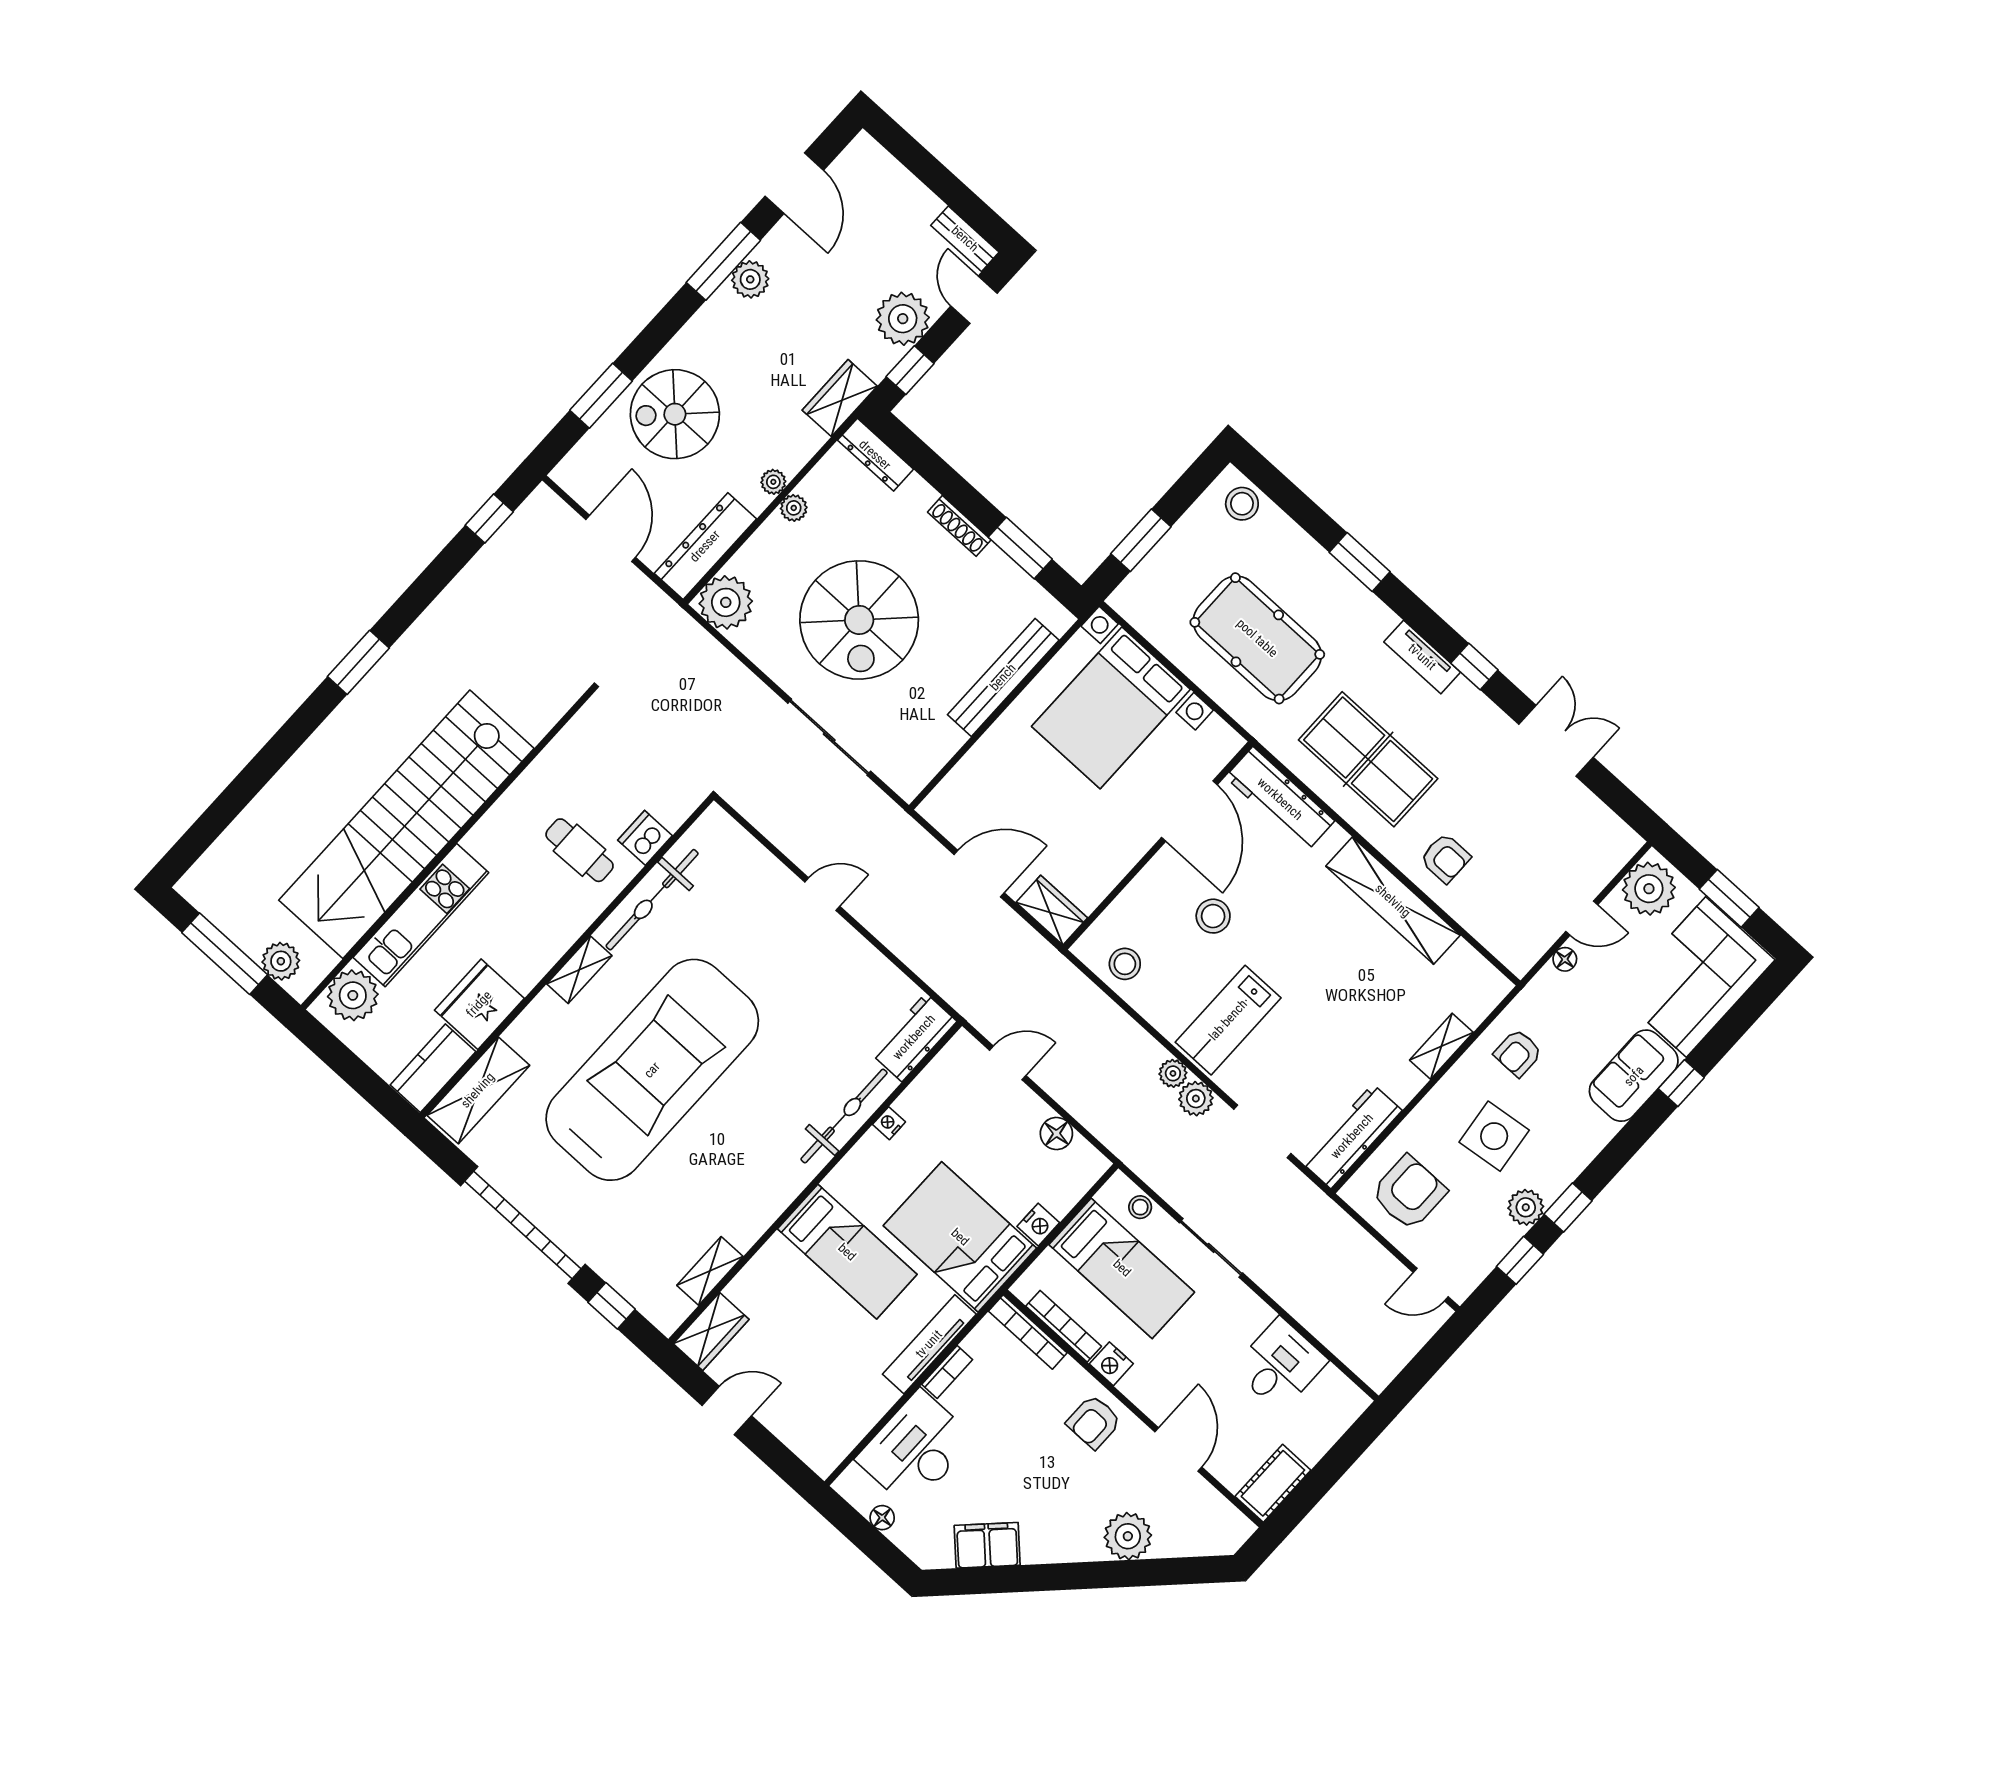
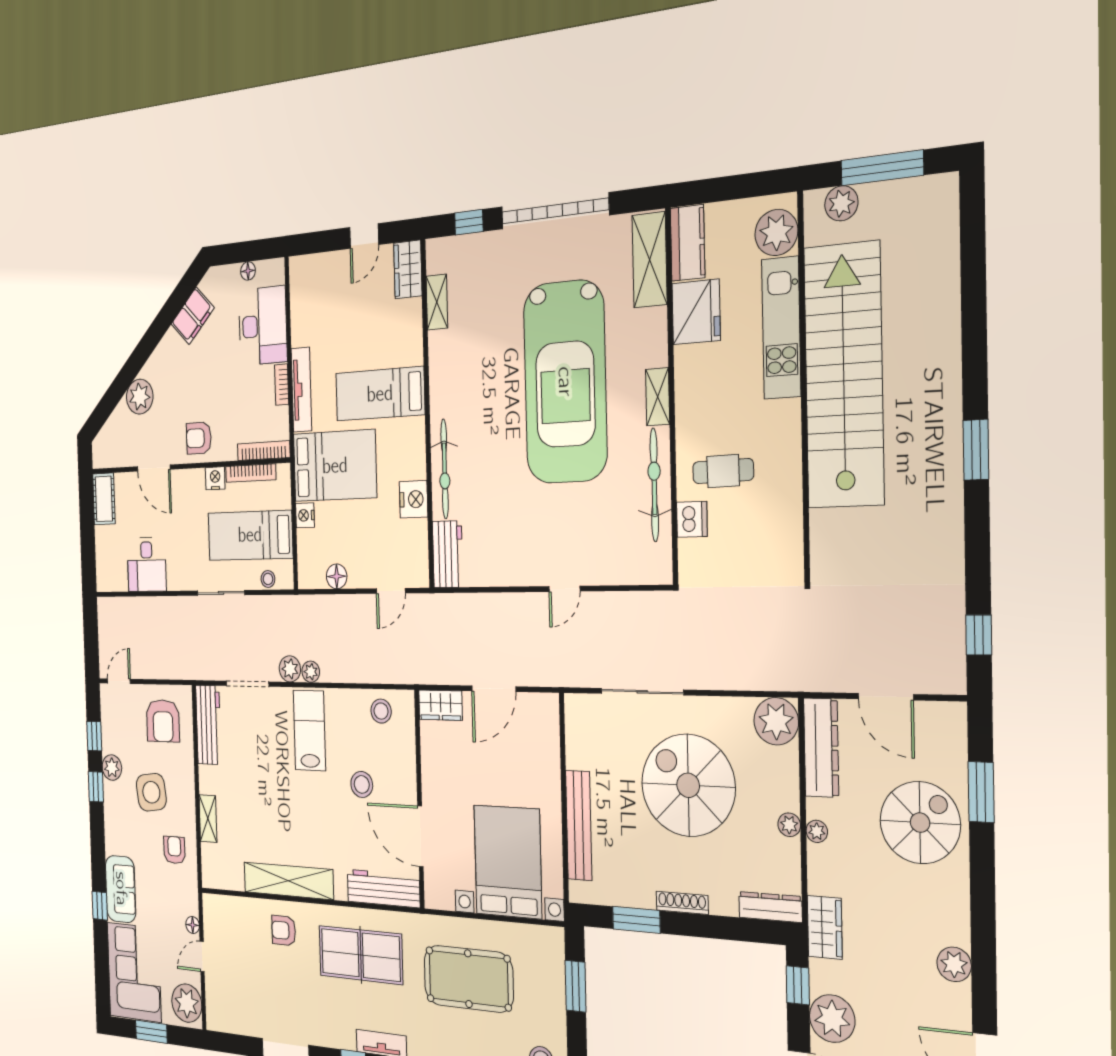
window: (723, 261) -> (984, 963), removed
nightstand: (889, 1123) -> (414, 499), width x1.89, depth x1.79
armchair: (1094, 1422) -> (199, 438), turned -90

